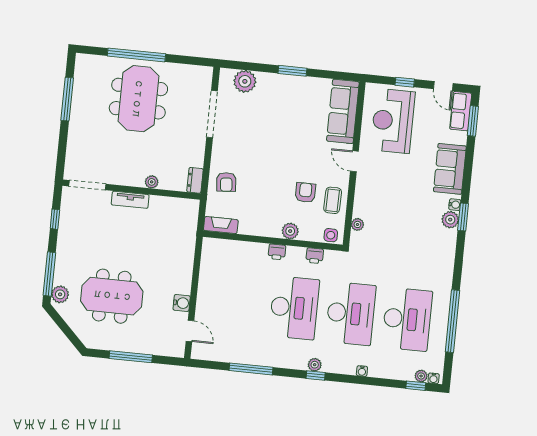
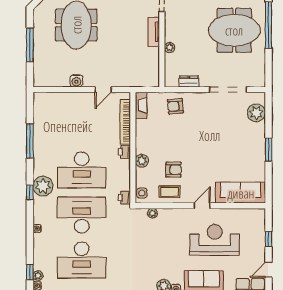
reception desk: (393, 121) -> (215, 240), moved
dresser: (195, 180) -> (189, 81), moved
bookcase: (239, 247) -> (125, 122), added
printer: (315, 256) -> (124, 198), moved
desk: (351, 313) -> (82, 215), turned 180
door: (190, 331) -> (103, 90), moved
plant: (315, 365) -> (43, 186), width x1.88, depth x1.88

